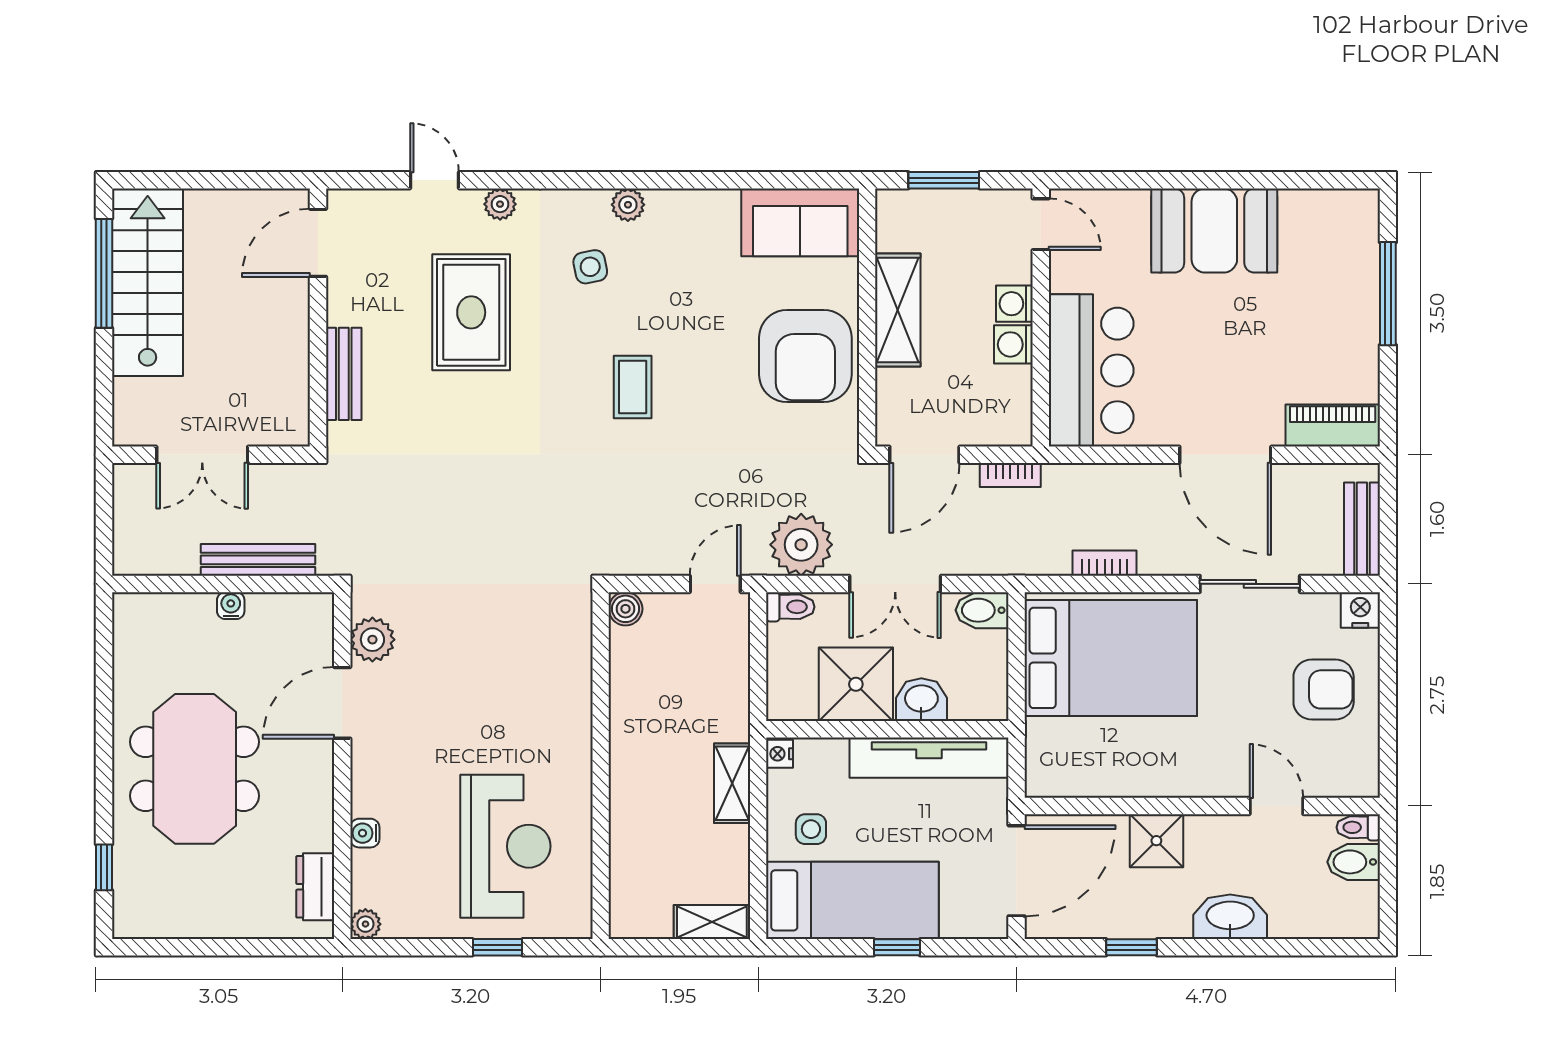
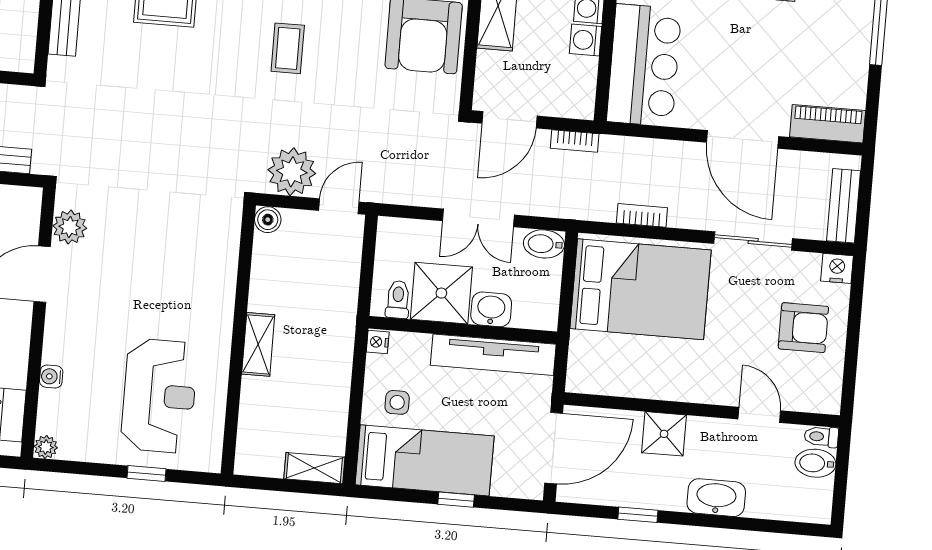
plant: (801, 545) -> (292, 172), moved
toilet: (790, 607) -> (398, 299), moved, turned -90
shelving: (732, 783) -> (258, 344), moved

